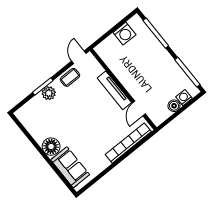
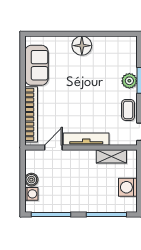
shelving: (112, 63) -> (111, 156), added
door: (139, 109) -> (53, 147), hinge flipped
sofa: (70, 167) -> (36, 65), moved, turned -90

